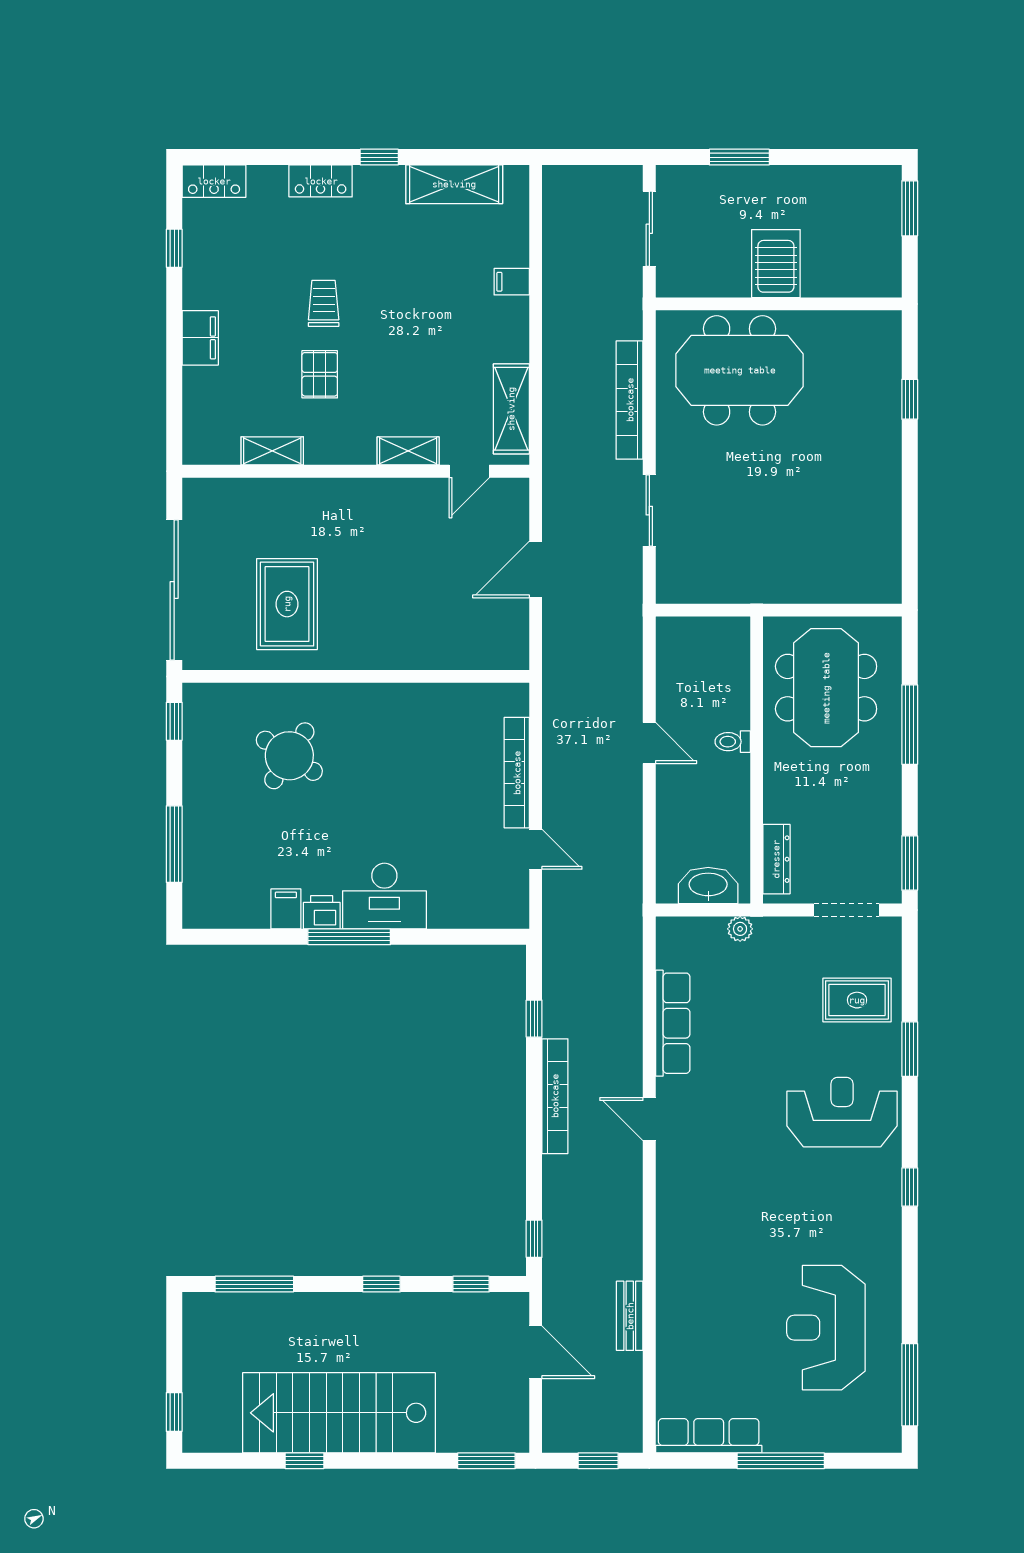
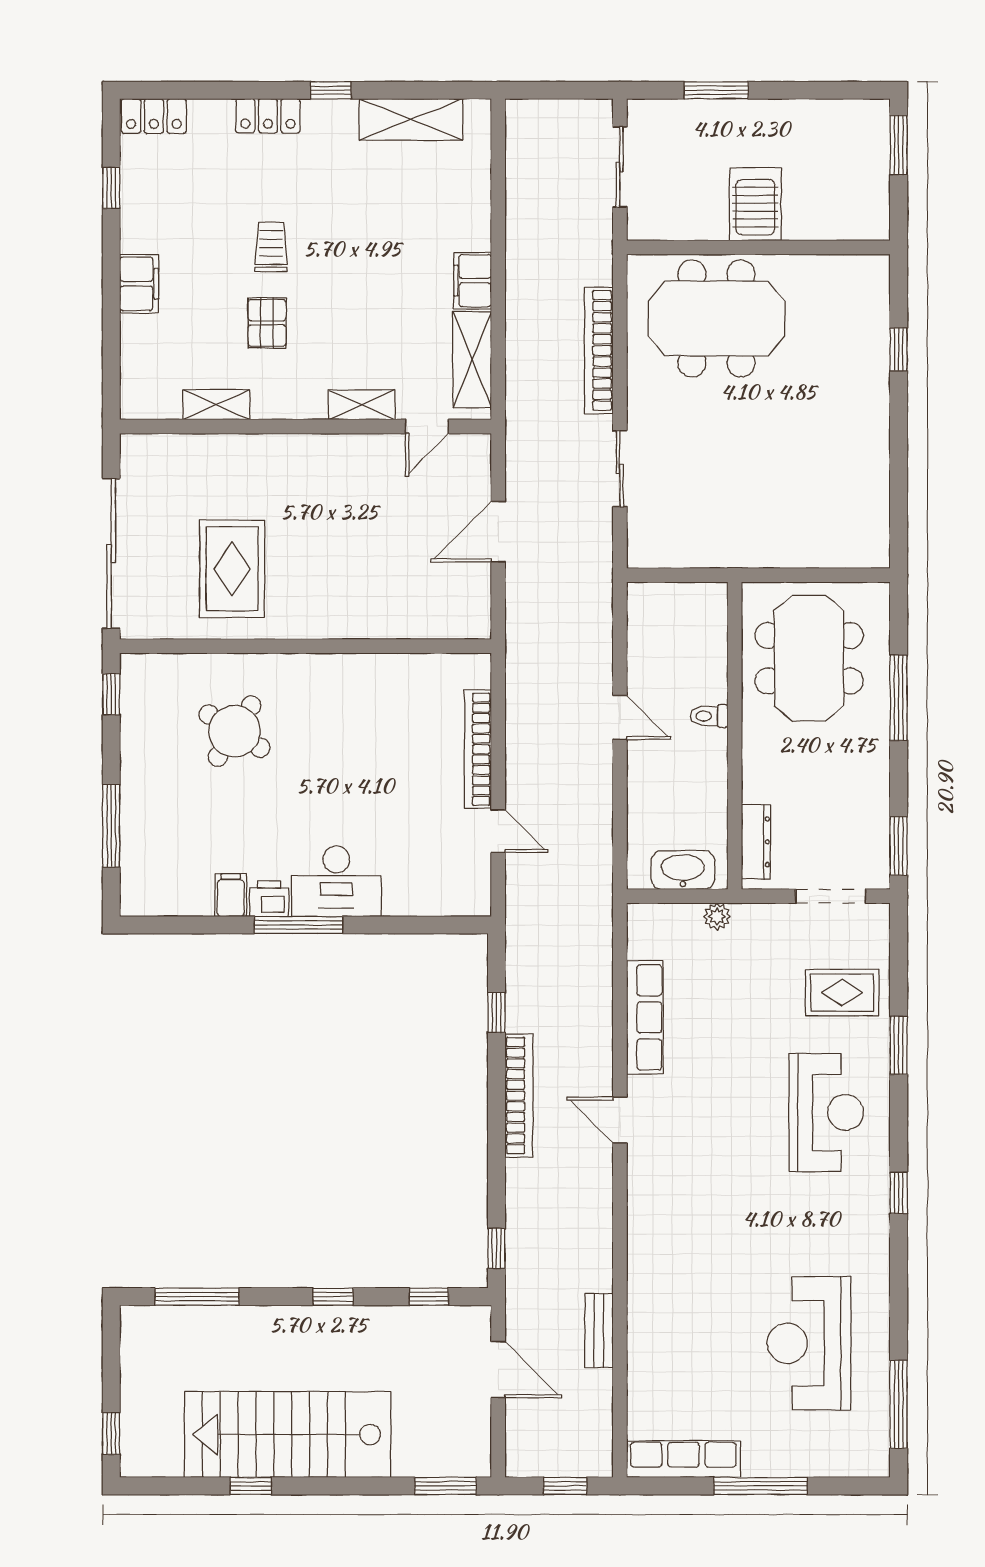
filing cabinet: (512, 282) -> (473, 281), moved, width x2.00
reception desk: (842, 1112) -> (826, 1113), turned 90

